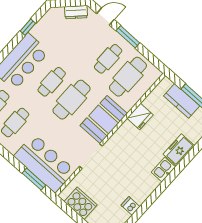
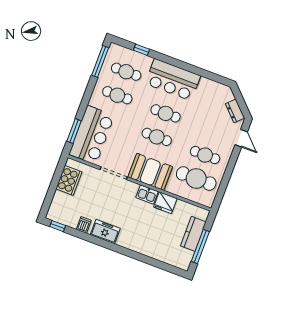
window: (28, 27) -> (205, 74), removed
window: (128, 37) -> (231, 165), removed
cafe table: (71, 100) -> (157, 137), width x0.73, depth x0.74
freezer: (179, 150) -> (105, 232), moved
kitchen sink: (163, 170) -> (147, 194), moved, turned 180

